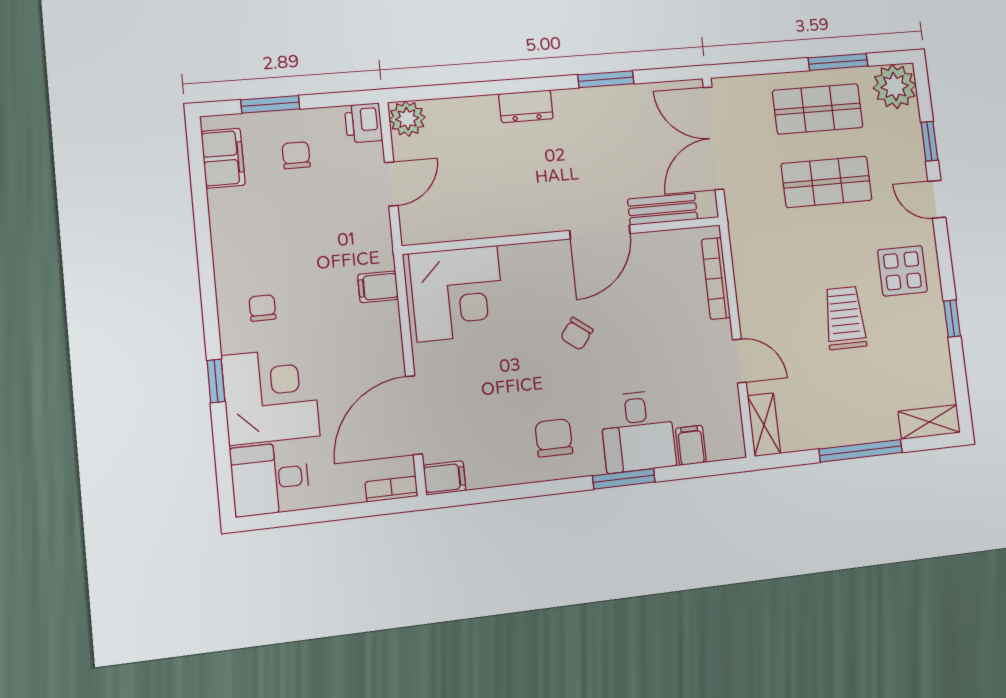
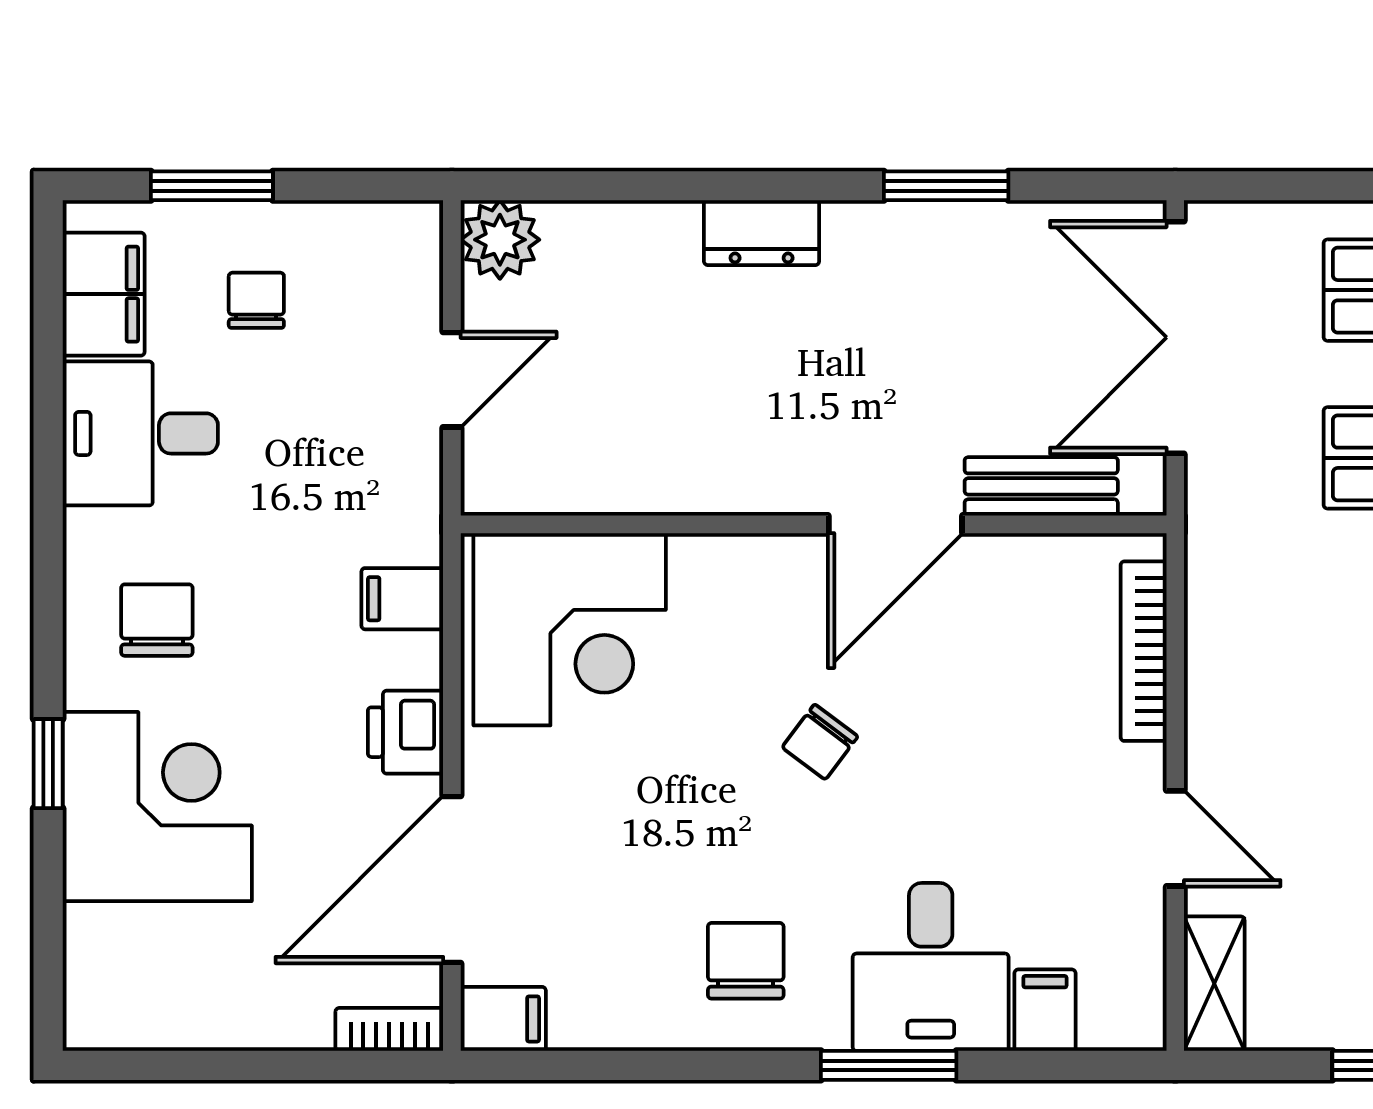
printer: (364, 123) -> (405, 732), moved
chair: (262, 308) -> (157, 620), width x1.37, depth x1.37
desk: (270, 479) -> (140, 433), moved

